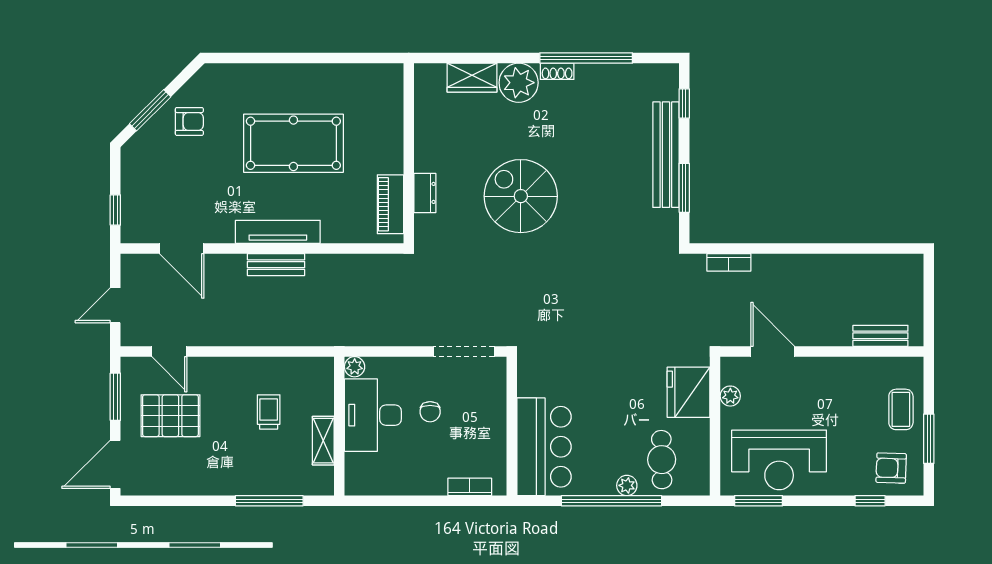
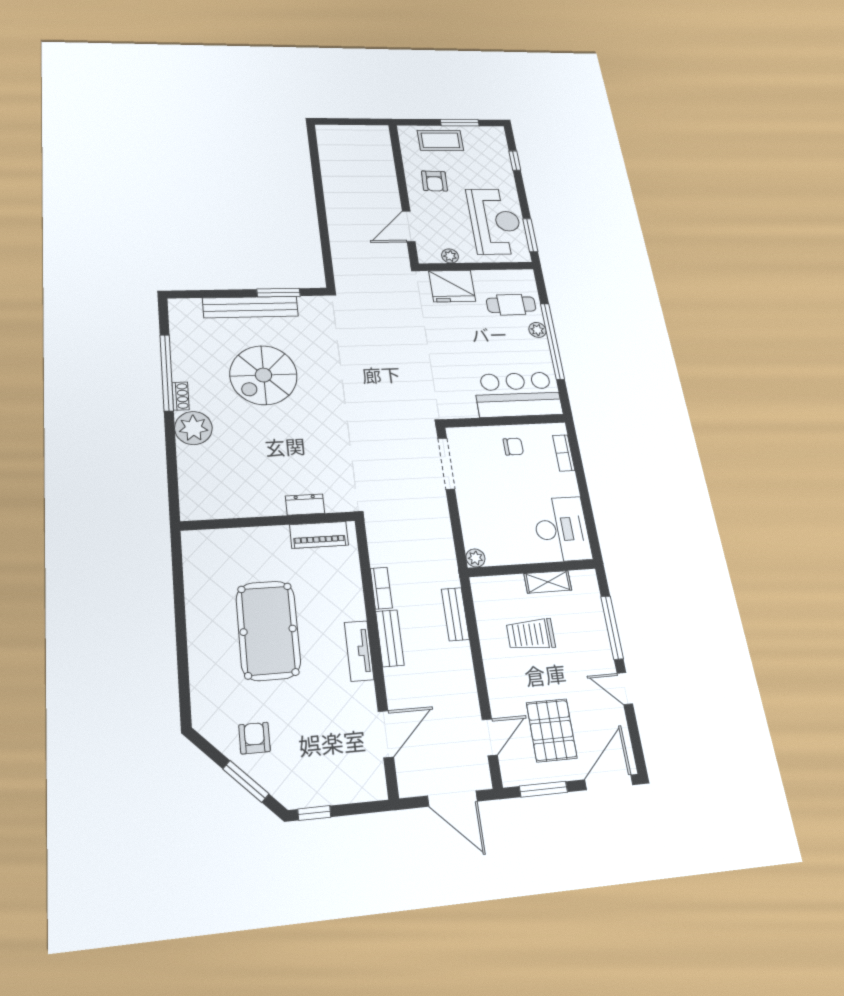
wardrobe: (472, 78) -> (191, 469), removed
window: (684, 103) -> (204, 294), removed
spiral stairs: (521, 196) -> (263, 375), moved
window: (115, 210) -> (314, 813), moved
tv unit: (278, 232) -> (359, 651), width x0.71
bookcase: (729, 262) -> (381, 588), moved
door: (115, 305) -> (452, 799), width x1.38
bench: (880, 336) -> (455, 614), moved
coffee table: (901, 409) -> (440, 140), width x1.36, depth x1.30
trolley: (269, 412) -> (531, 634), width x1.36, depth x1.39
chair: (430, 412) -> (513, 447), moved
desk: (373, 415) -> (562, 529), moved, turned -90
door: (115, 464) -> (609, 782), swing flipped
armchair: (891, 468) -> (434, 181), moved
door: (205, 501) -> (625, 689), added

